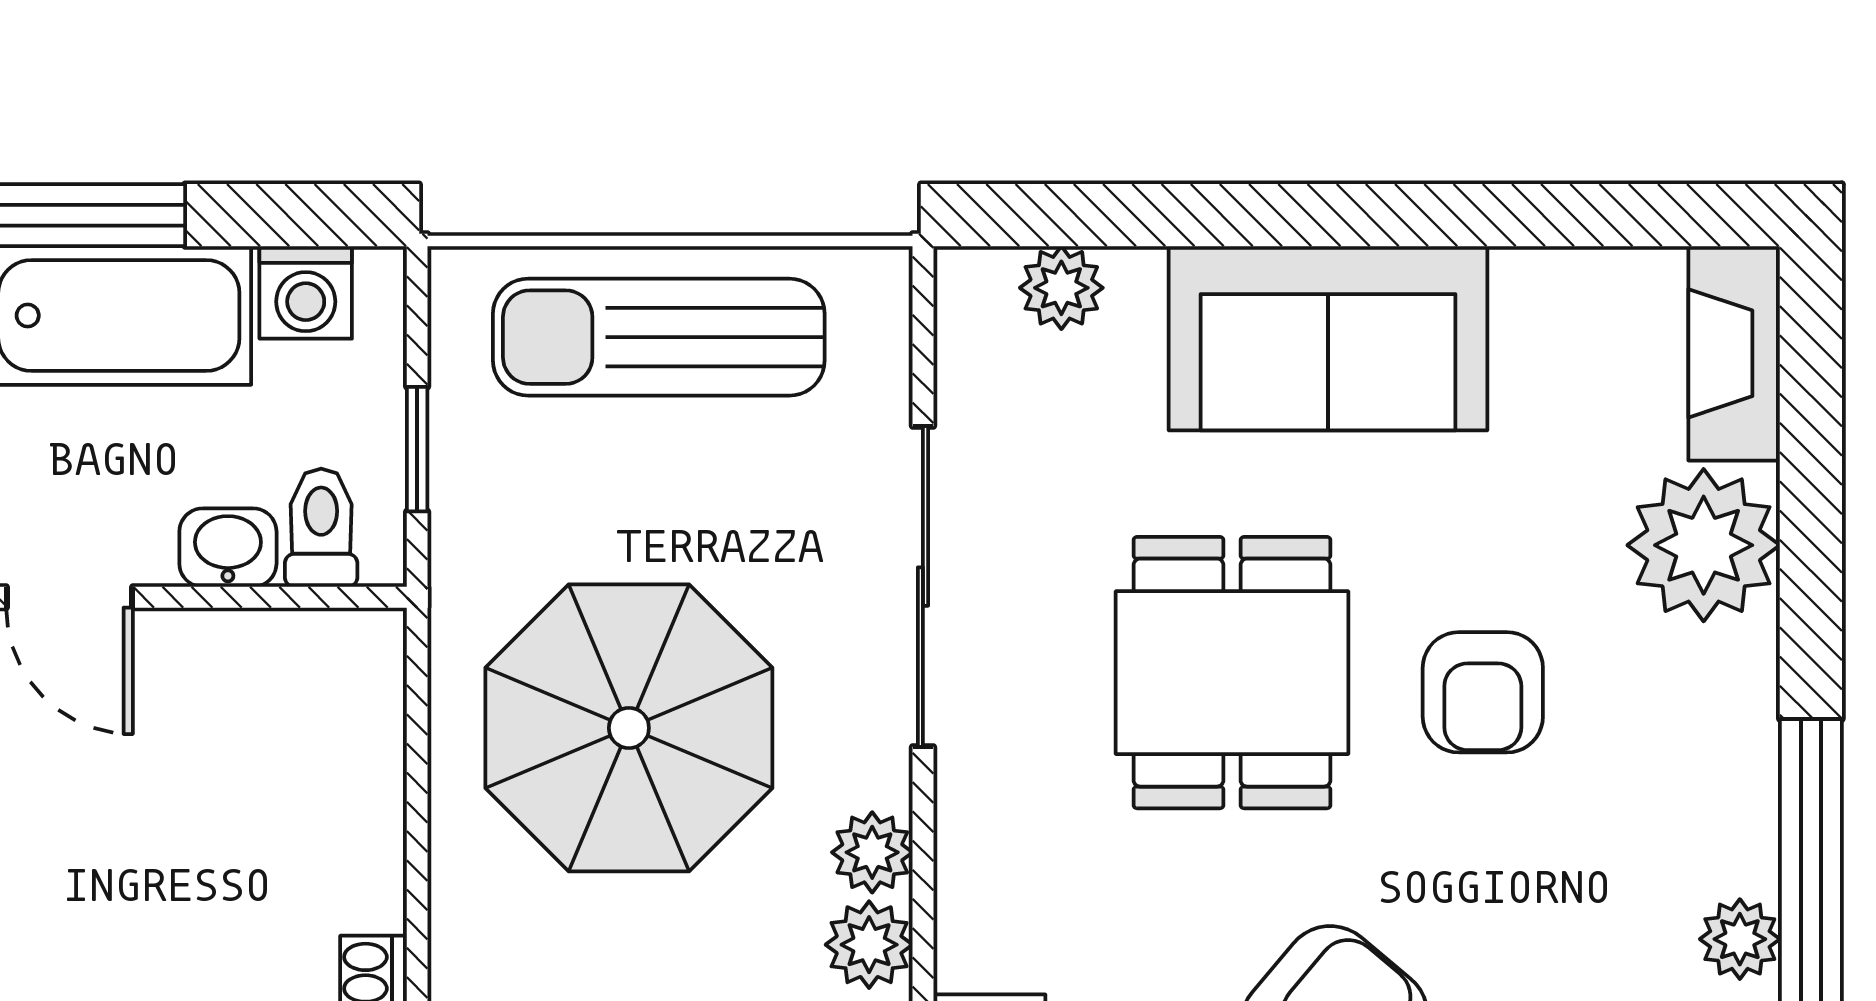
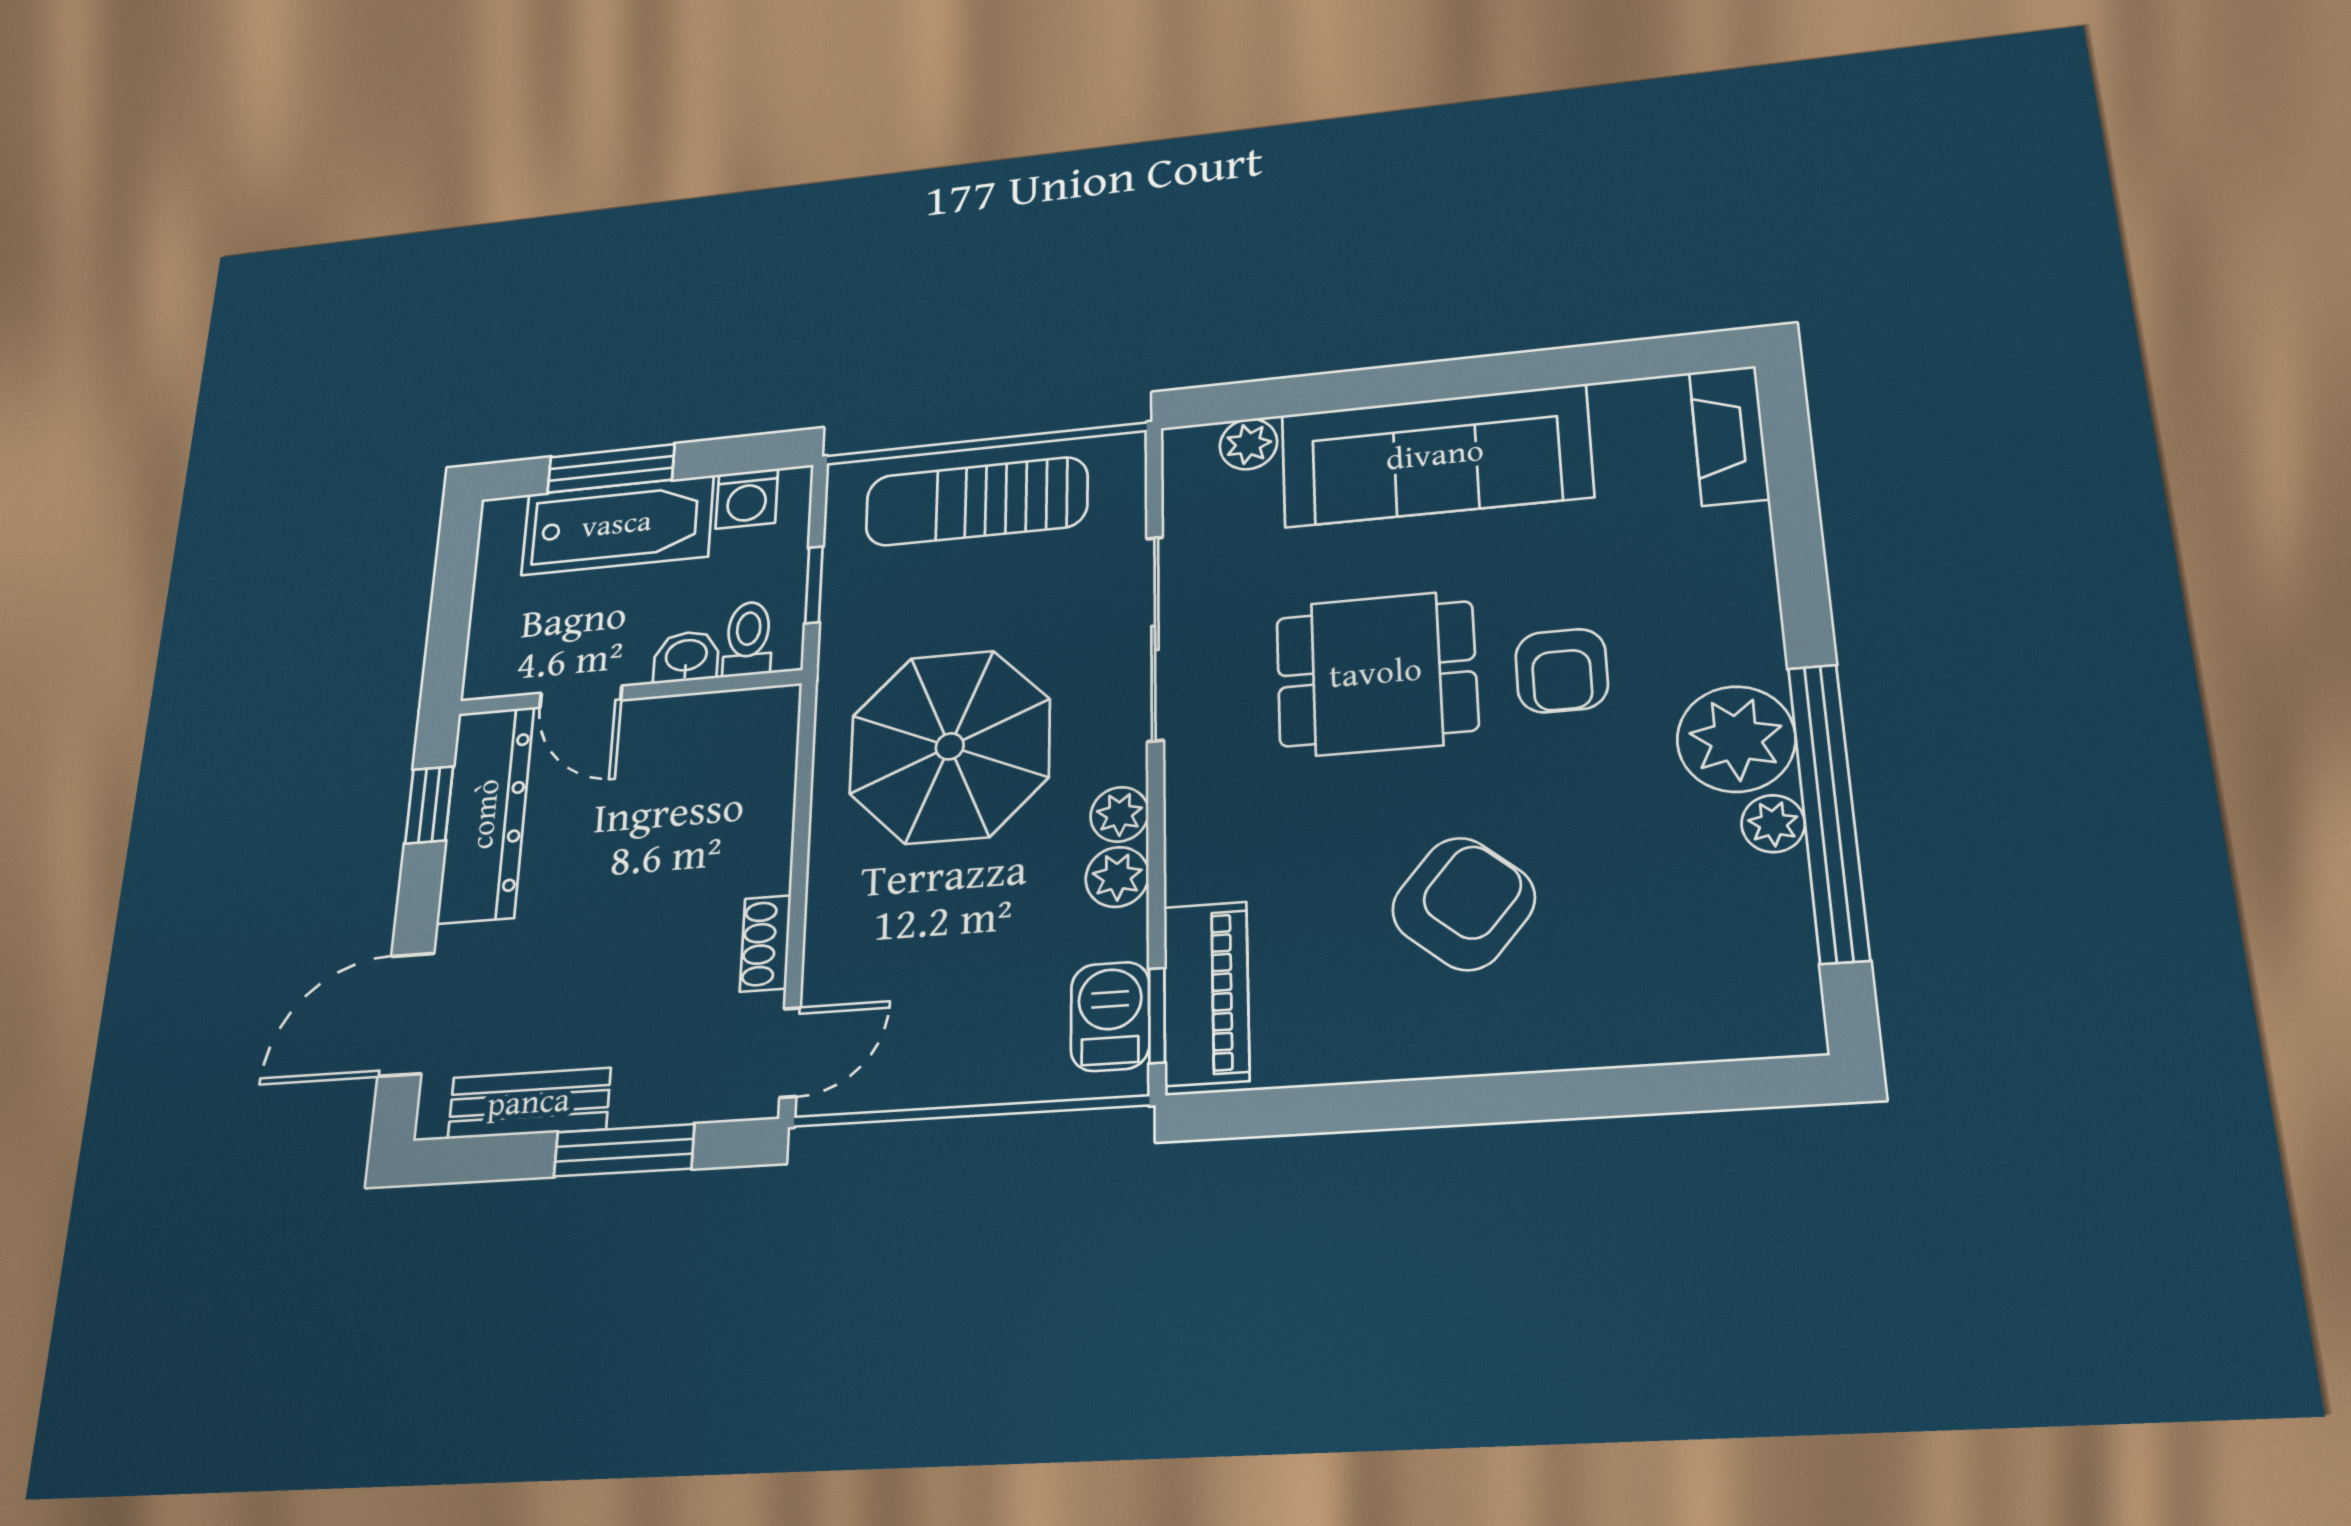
sofa: (1328, 338) -> (1435, 456), width x1.36
plant: (1704, 545) -> (1736, 739), moved
dining table: (1232, 673) -> (1376, 674), turned 90

